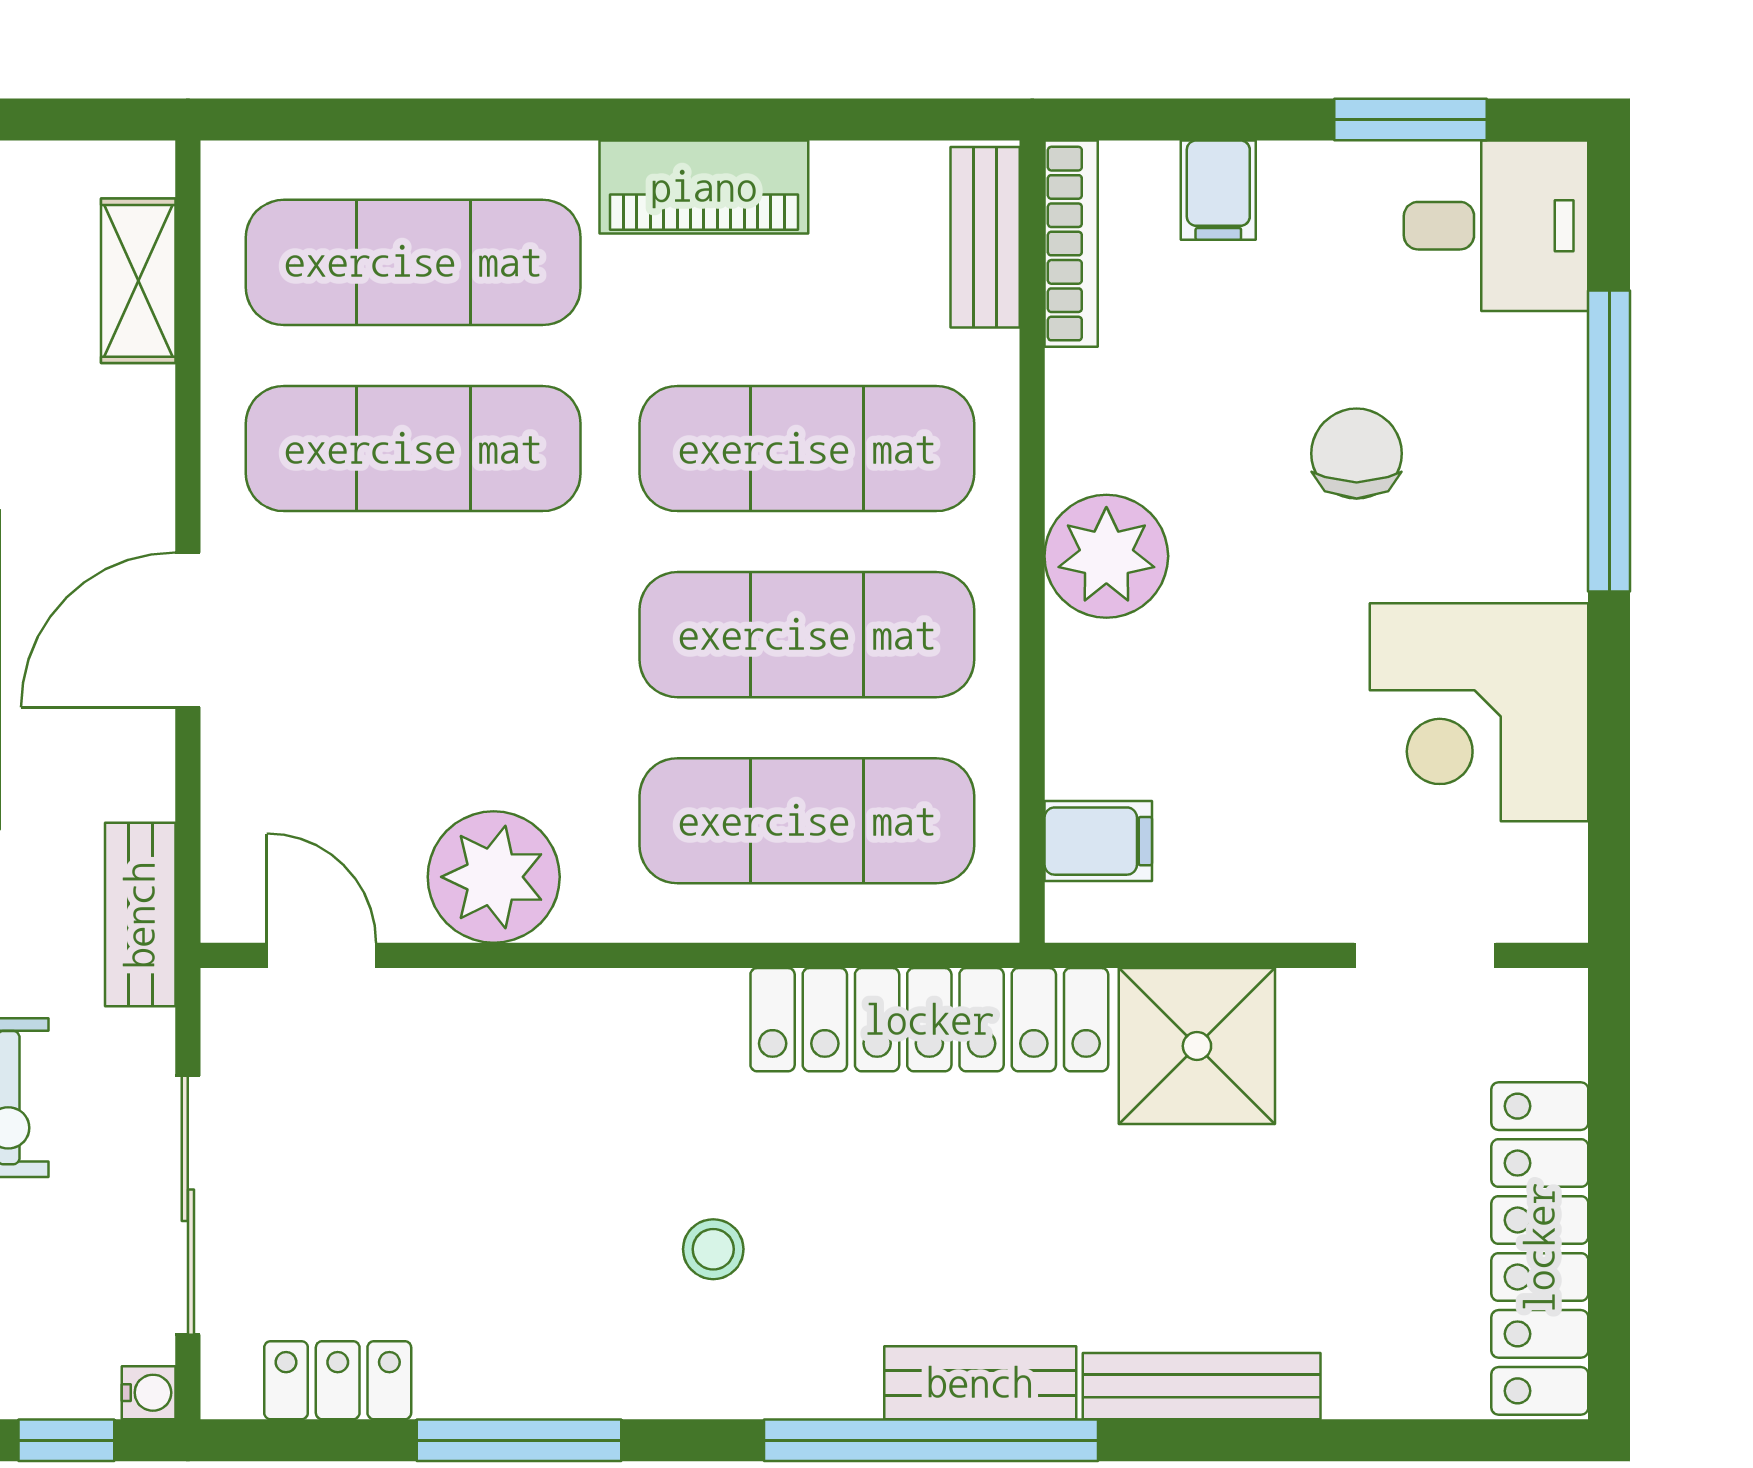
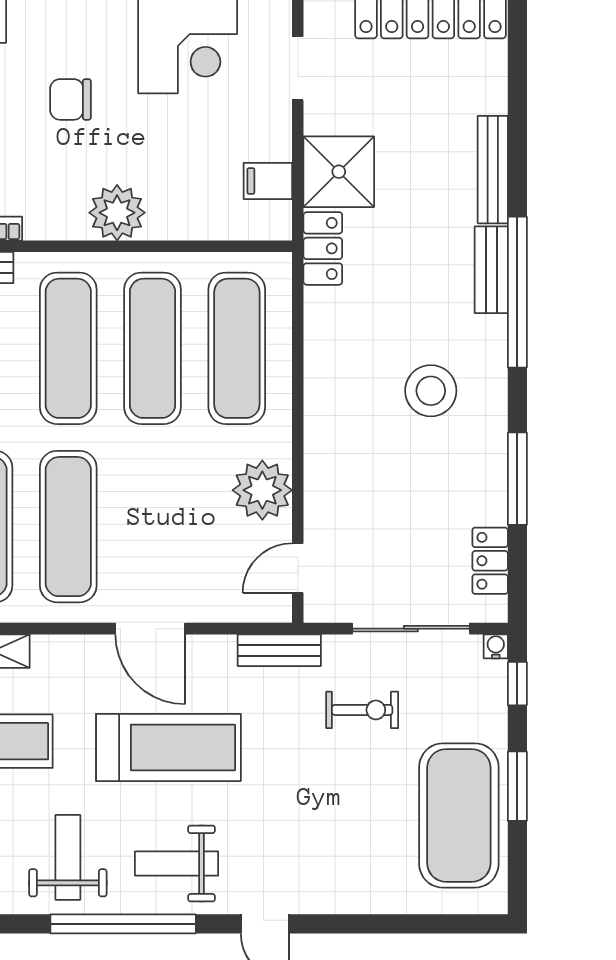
filing cabinet: (1098, 841) -> (268, 181), moved, turned -90
locker: (929, 1020) -> (323, 248), width x0.46, depth x0.83
stool: (713, 1249) -> (431, 391), width x1.89, depth x1.89

